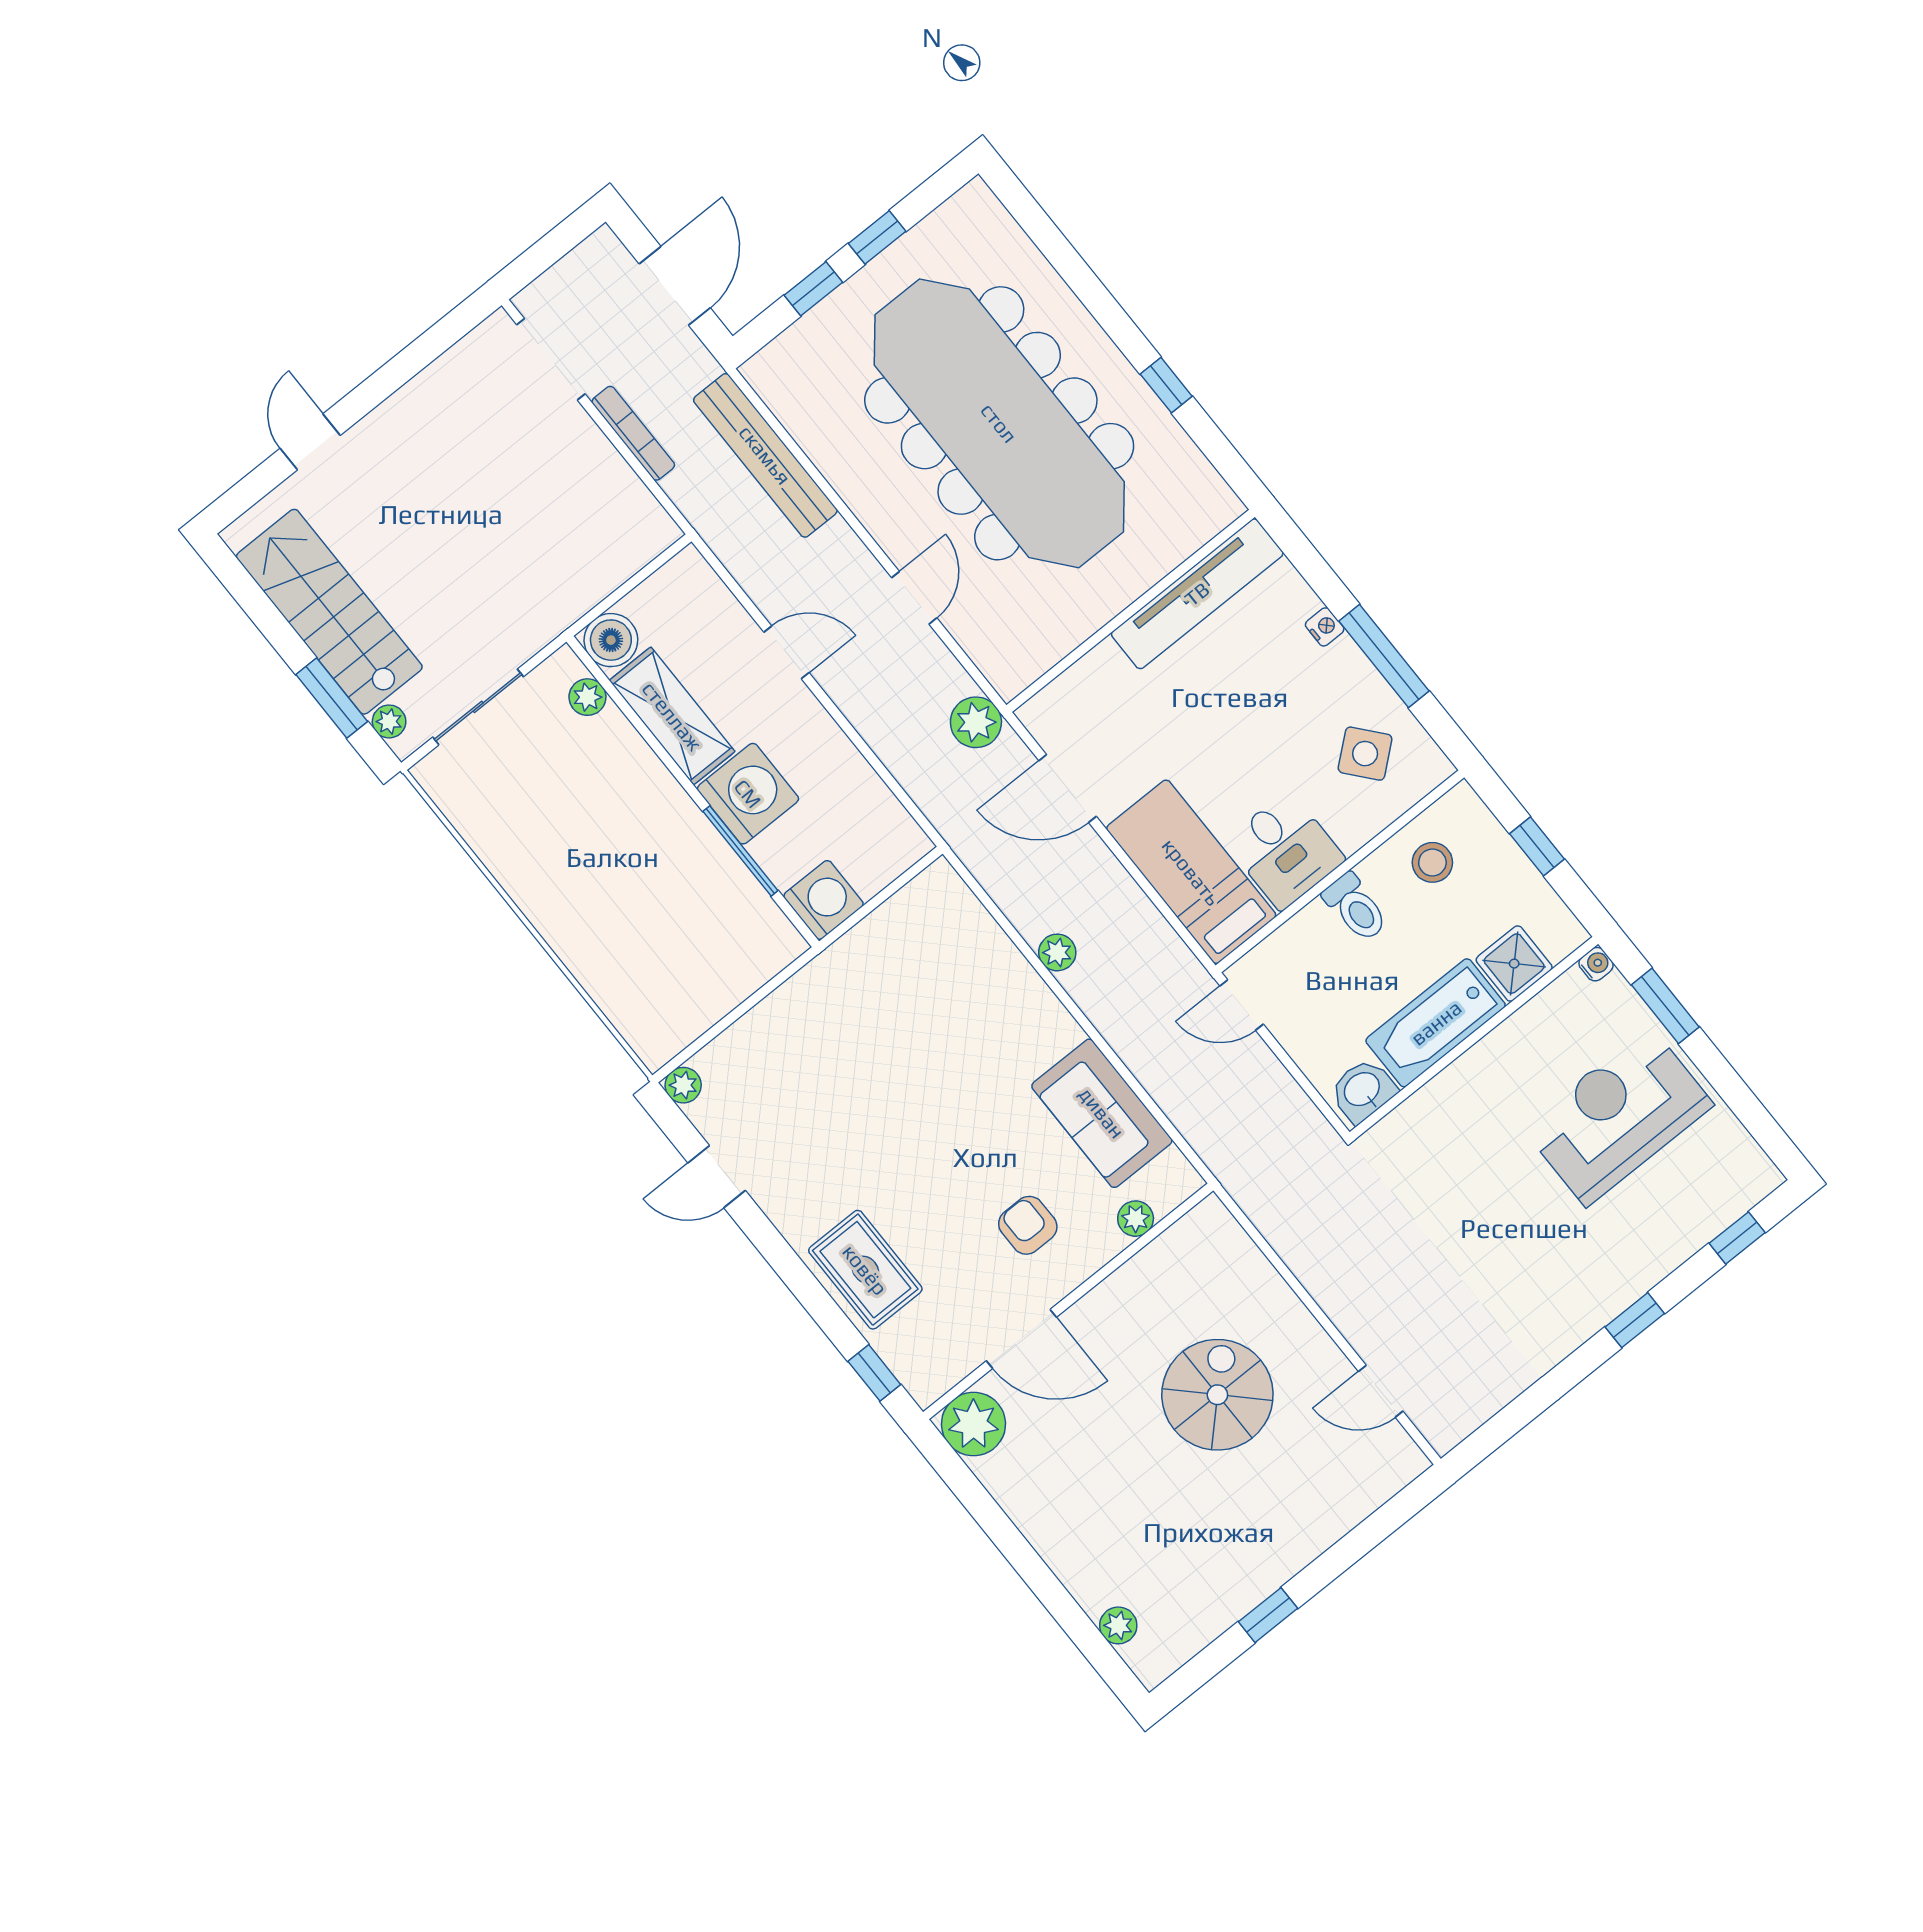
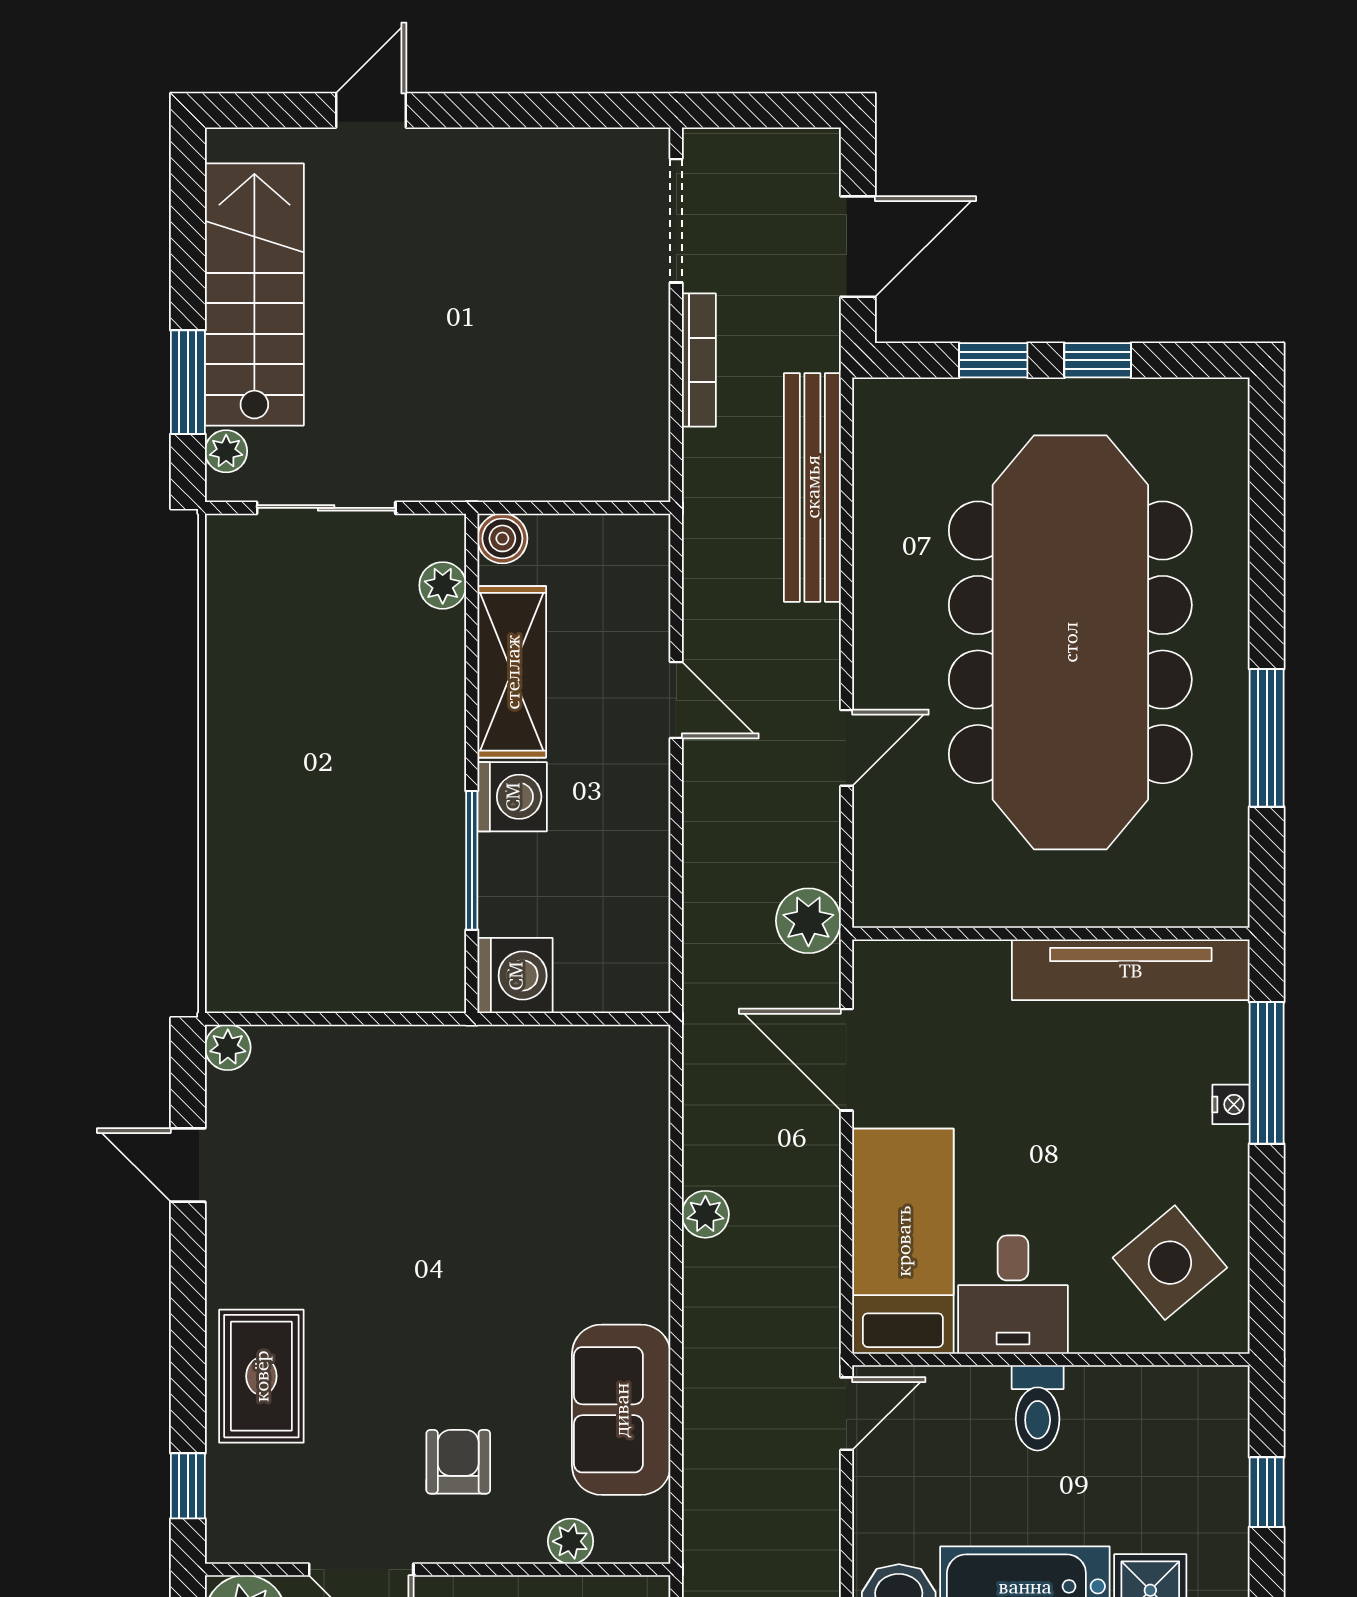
window: (1166, 385) -> (1267, 738), width x2.17
boiler: (611, 640) -> (502, 538), width x0.73, depth x0.73
window: (1384, 656) -> (1267, 1073), moved
side table: (1365, 754) -> (1170, 1263), width x1.37, depth x1.37
washing machine: (748, 794) -> (512, 797), width x0.73, depth x0.73
stool: (1432, 862) -> (1150, 1425), removed
door: (1242, 1005) -> (846, 1414), swing flipped

